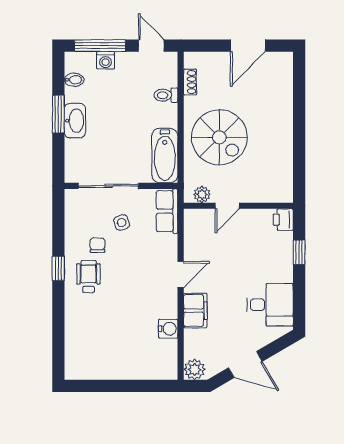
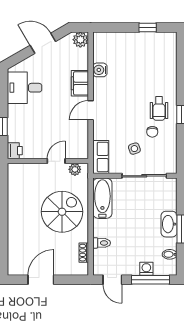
spiral stairs: (219, 137) -> (62, 212), turned 90
window: (104, 386) -> (148, 28), added

